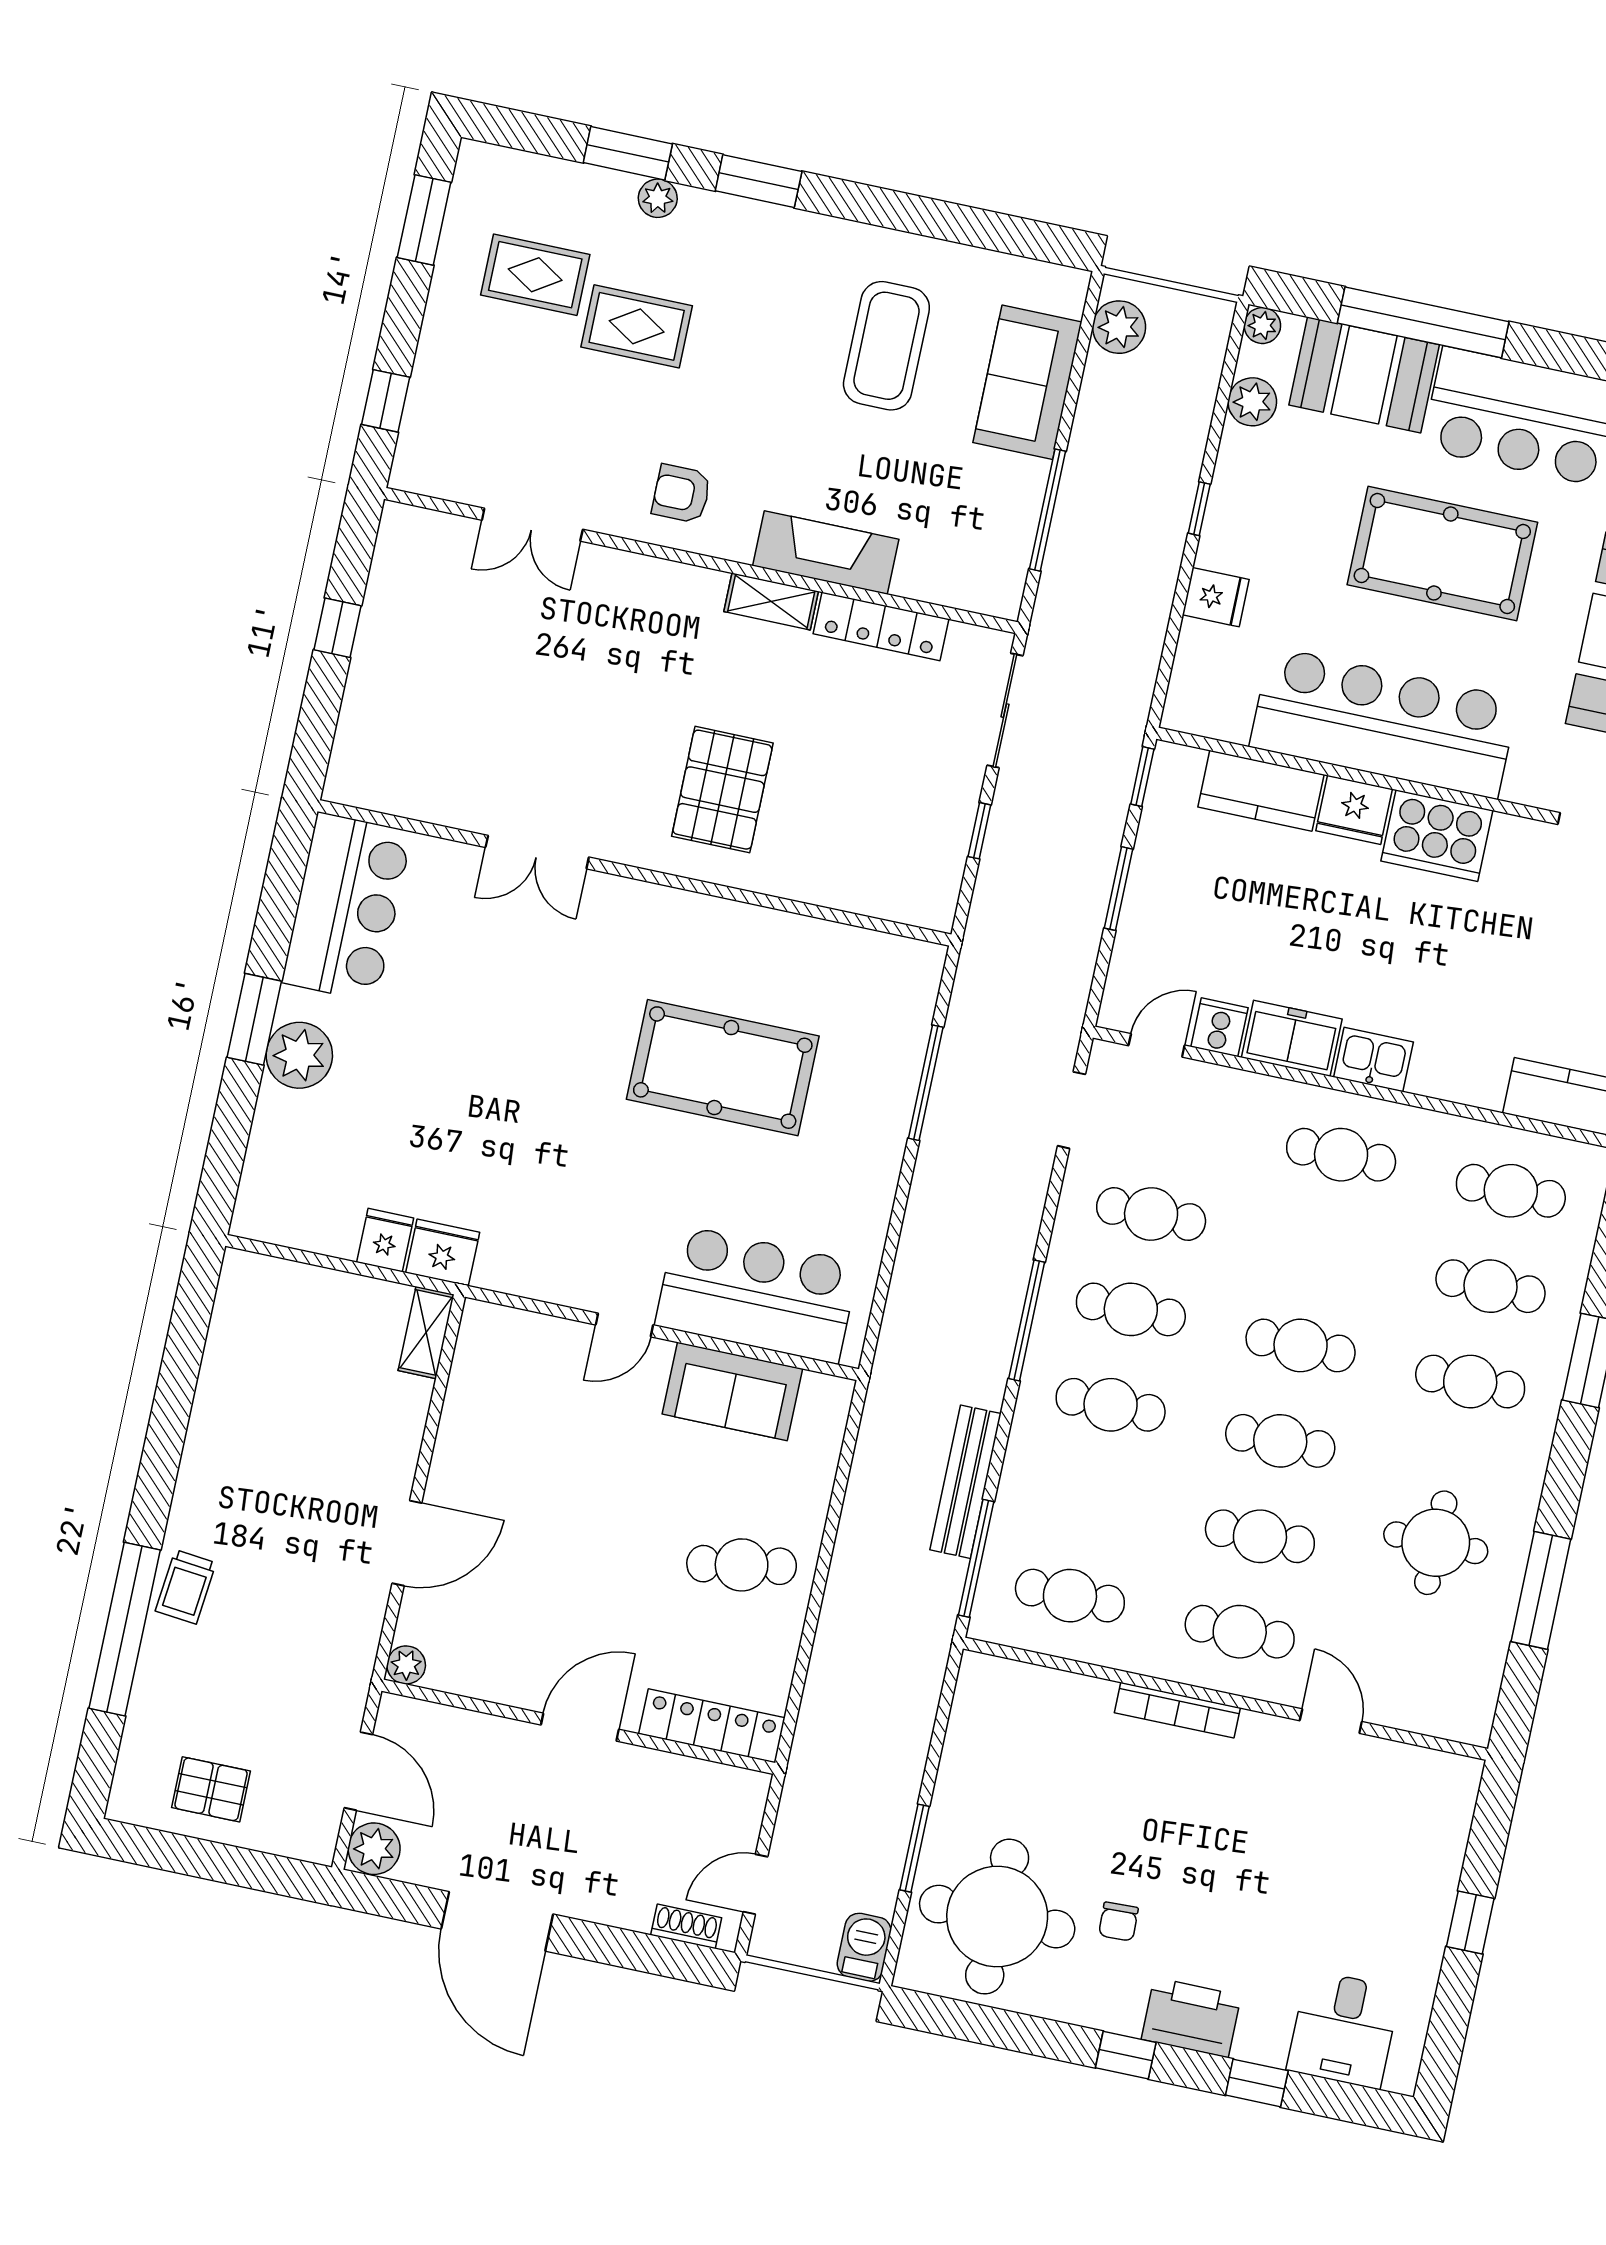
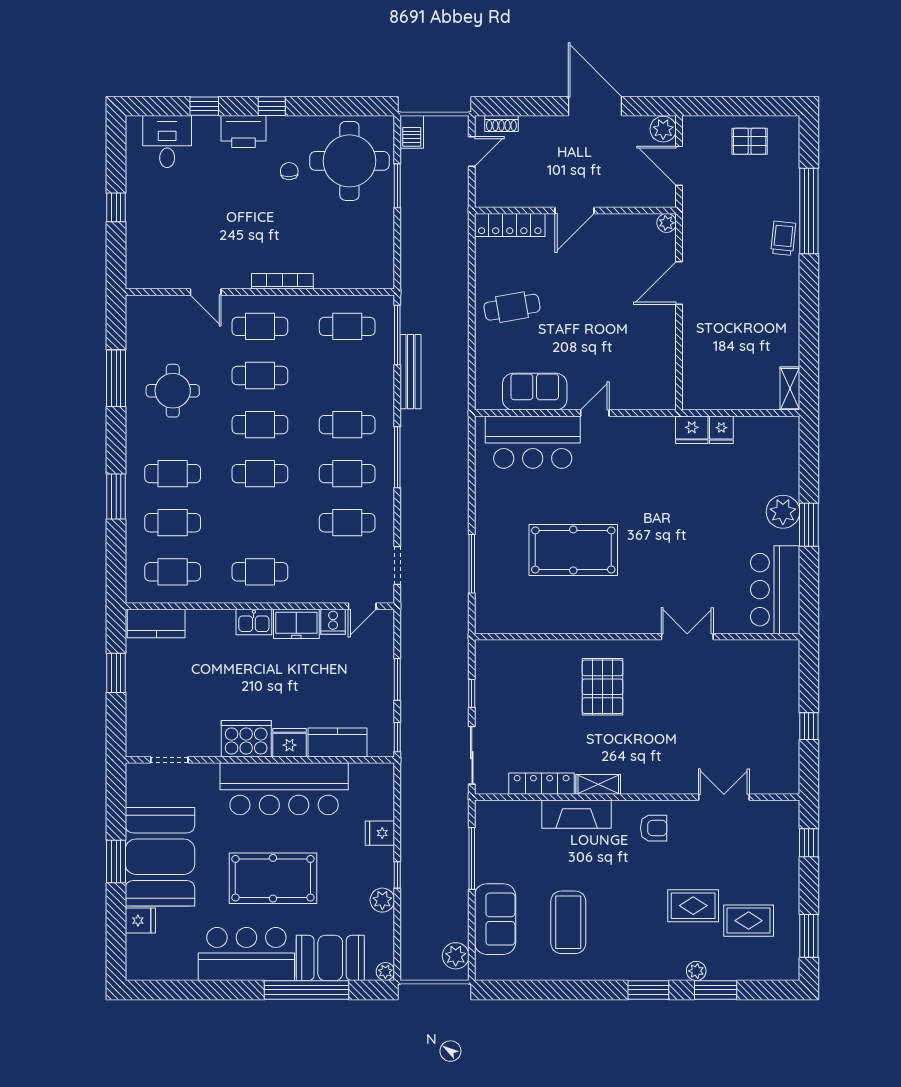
plant: (1252, 402) -> (382, 900), moved
shelving: (426, 1333) -> (790, 389), moved

